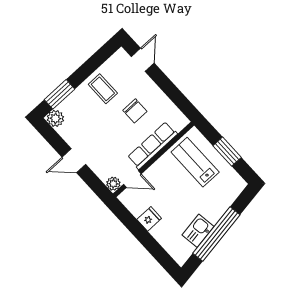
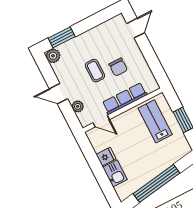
coffee table: (103, 89) -> (95, 71), moved
plant: (113, 184) -> (78, 106), moved
kitchen sink: (198, 231) -> (115, 173), moved, turned 99

